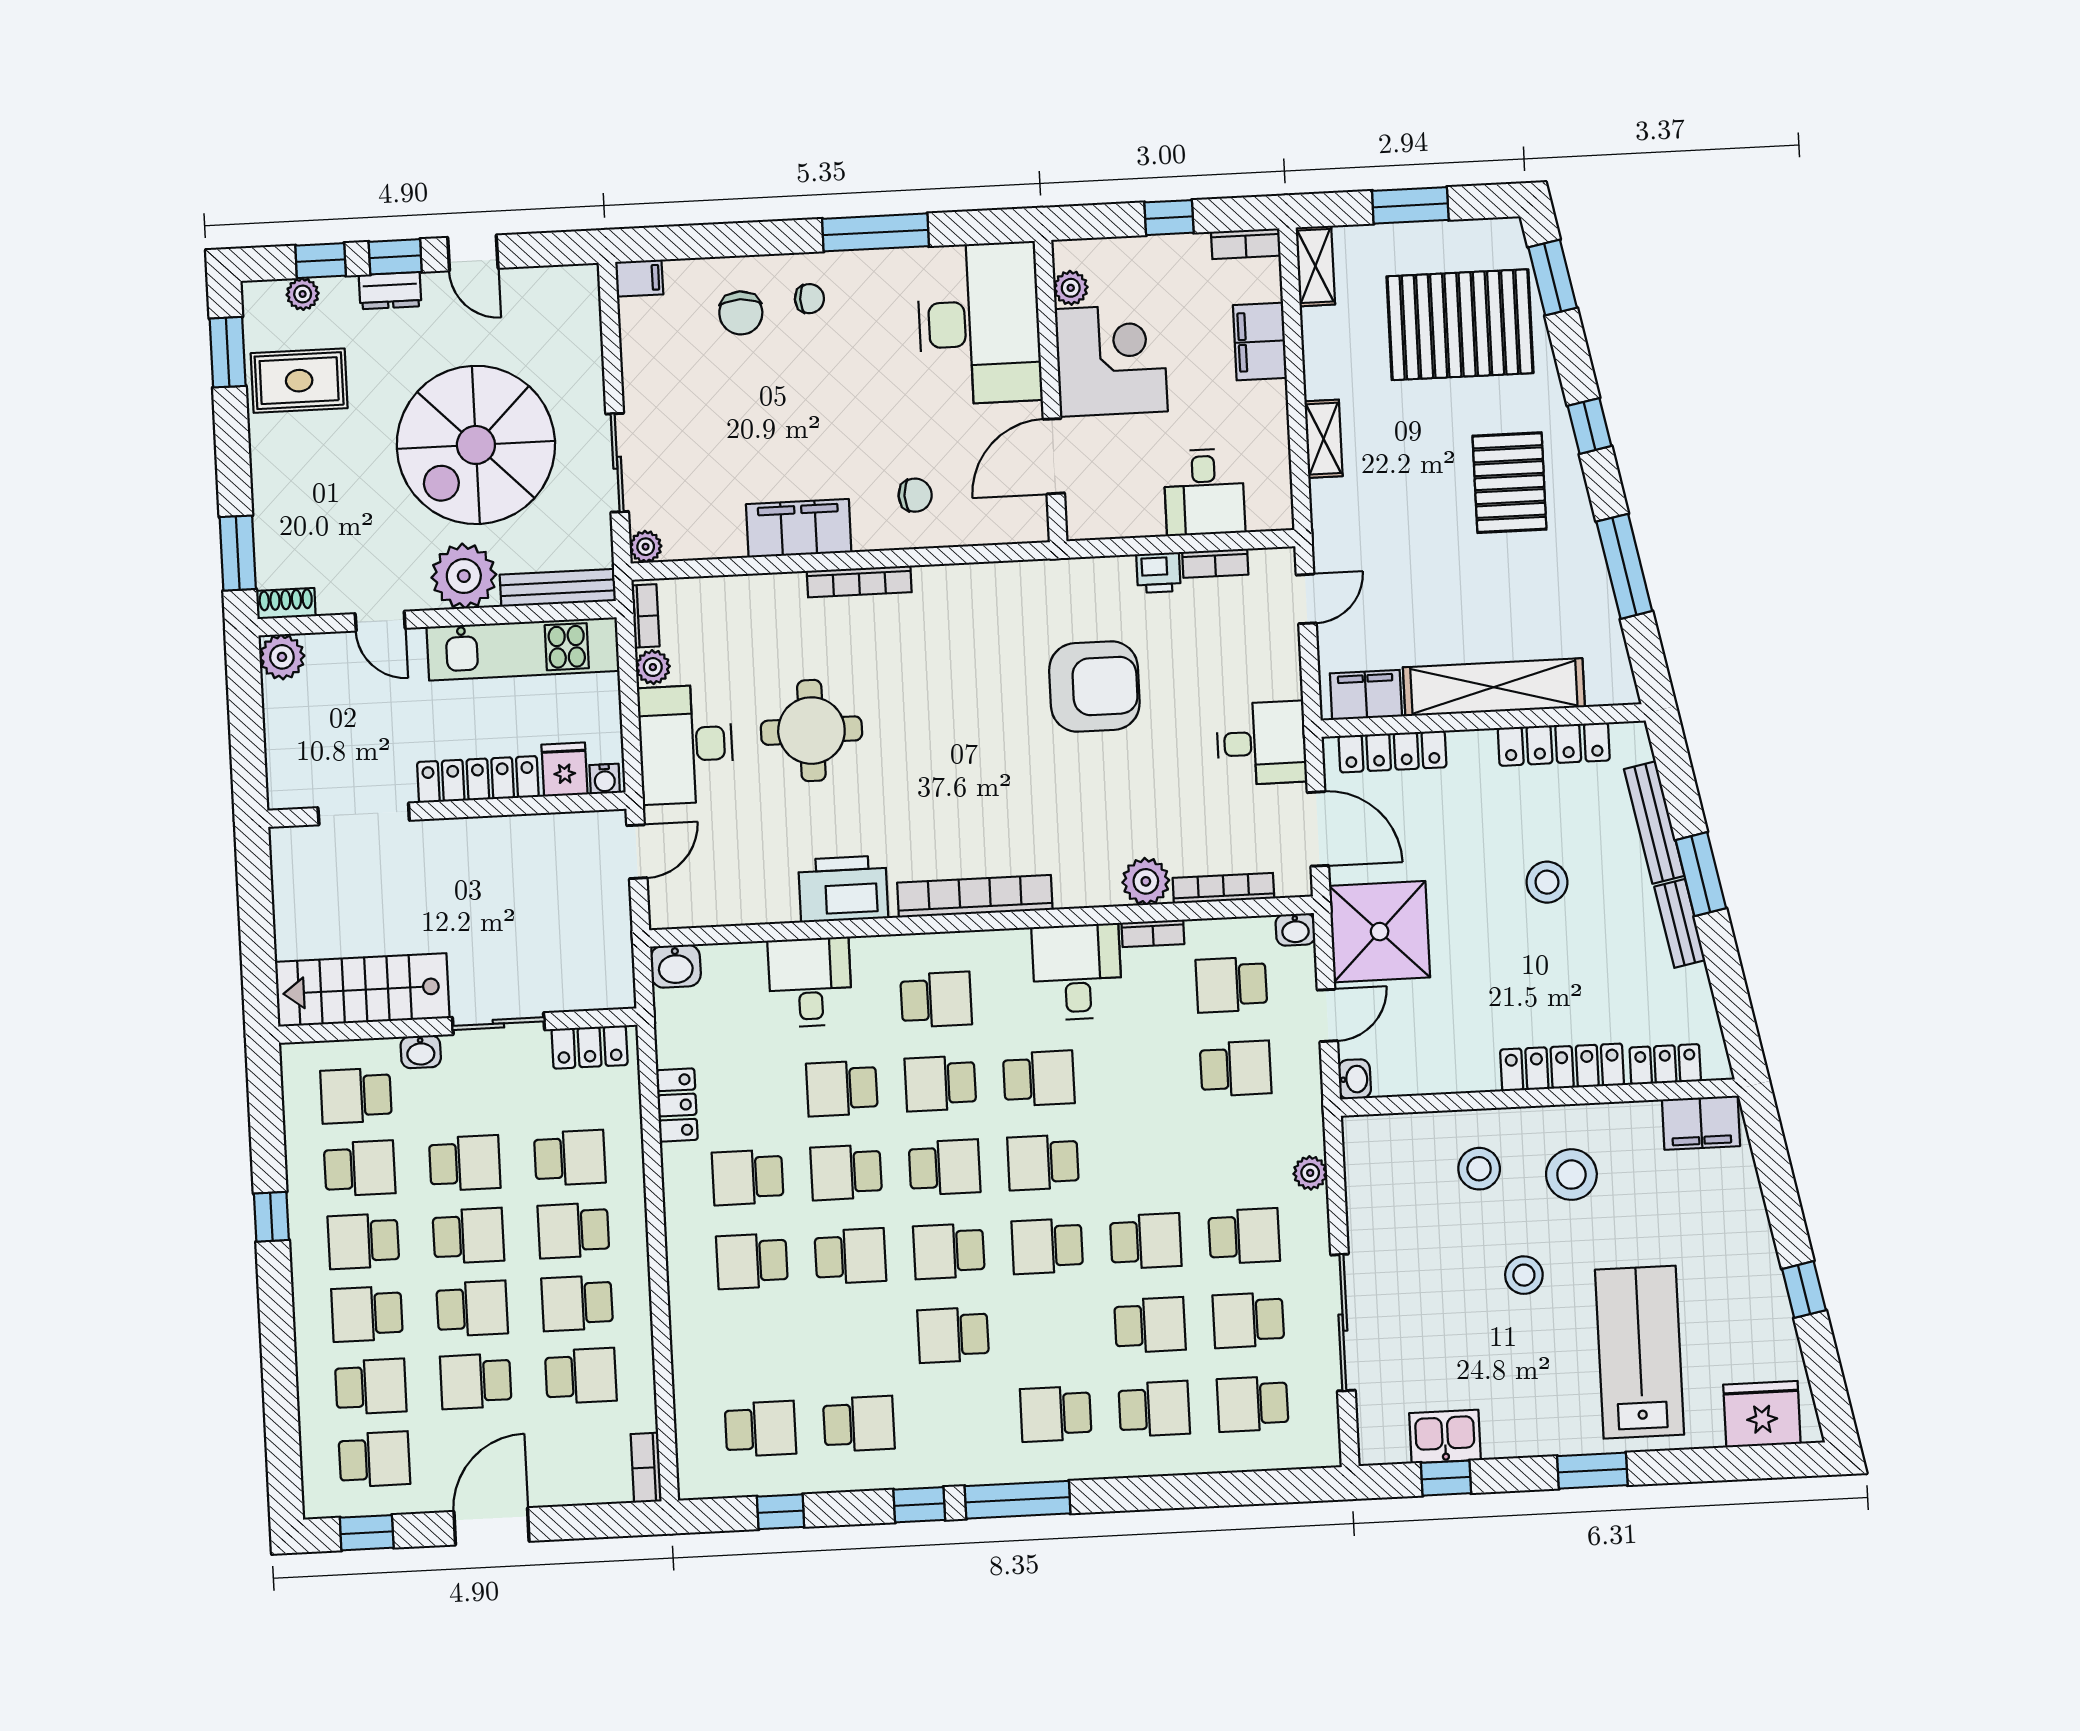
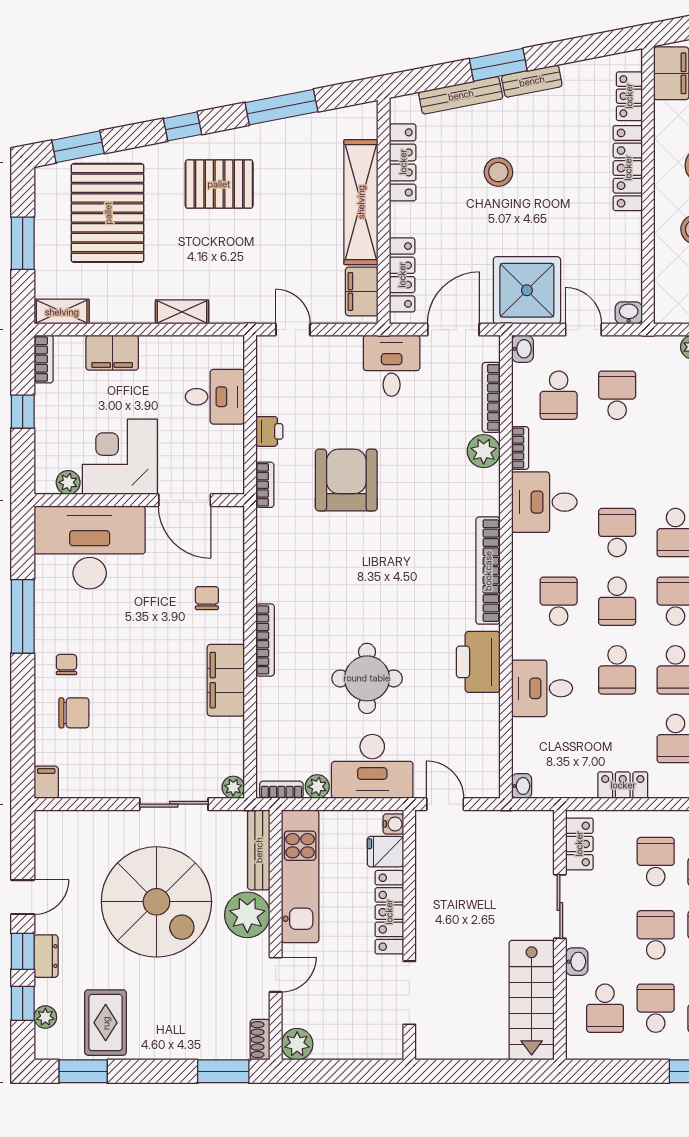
bookcase: (1215, 563) -> (265, 485), moved
washbasin: (676, 966) -> (522, 786), width x0.72, depth x0.69

